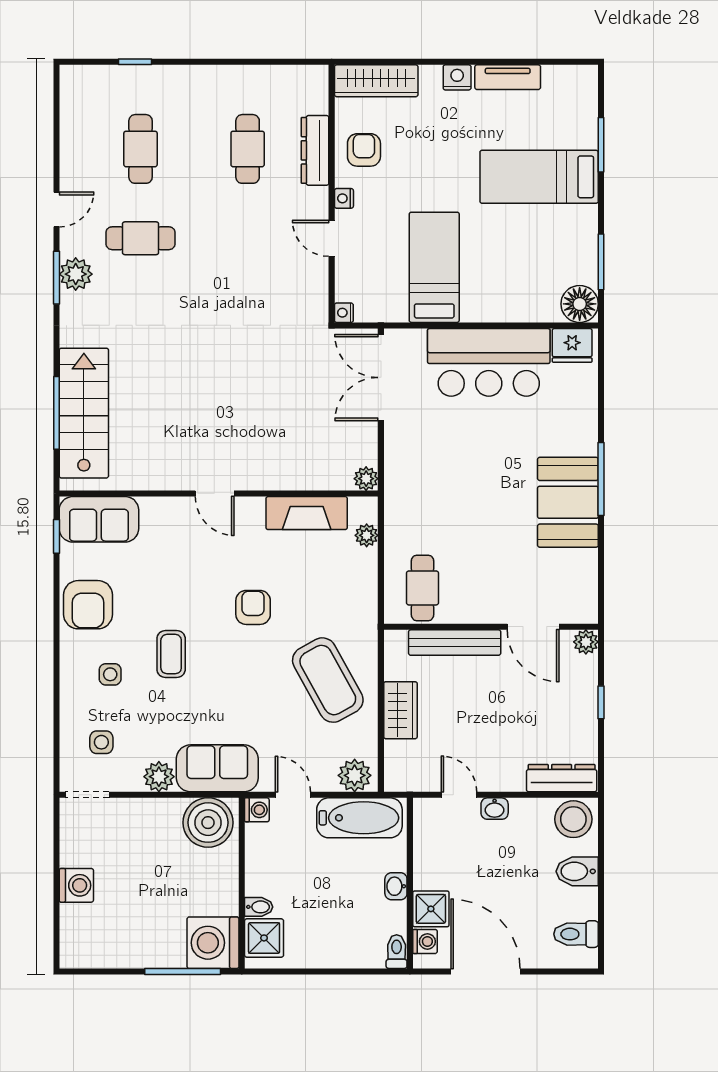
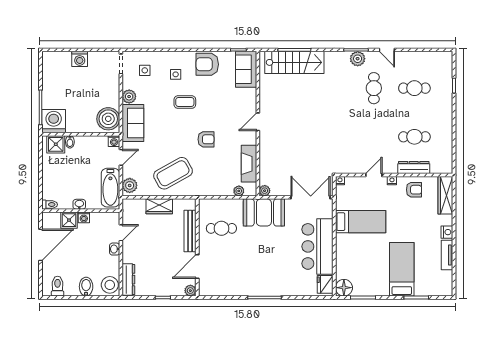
booth: (568, 502) -> (264, 212), moved
cafe table: (423, 588) -> (221, 228), moved
washing machine: (425, 941) -> (84, 217), moved

